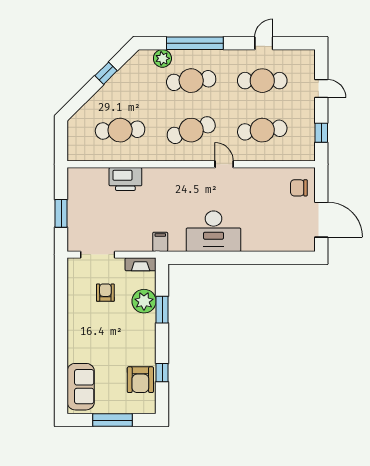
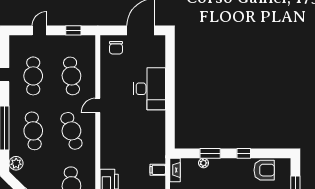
plant: (162, 58) -> (16, 163), moved
desk: (213, 231) -> (150, 89), moved
filing cabinet: (160, 242) -> (158, 170), moved
plant: (144, 301) -> (204, 163), width x0.53, depth x0.53
window: (162, 373) -> (244, 153), moved

